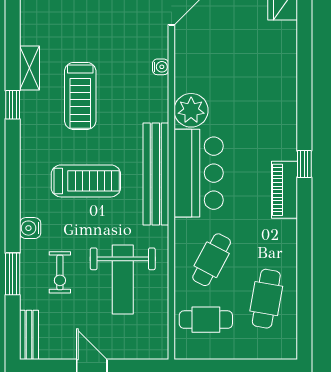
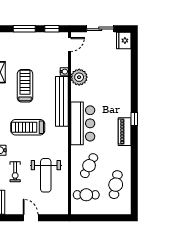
treadmill: (80, 96) -> (25, 86), turned 180
plant: (191, 110) -> (79, 77), moved
bench: (156, 174) -> (62, 101), moved
treadmill: (86, 181) -> (28, 127), turned 180

